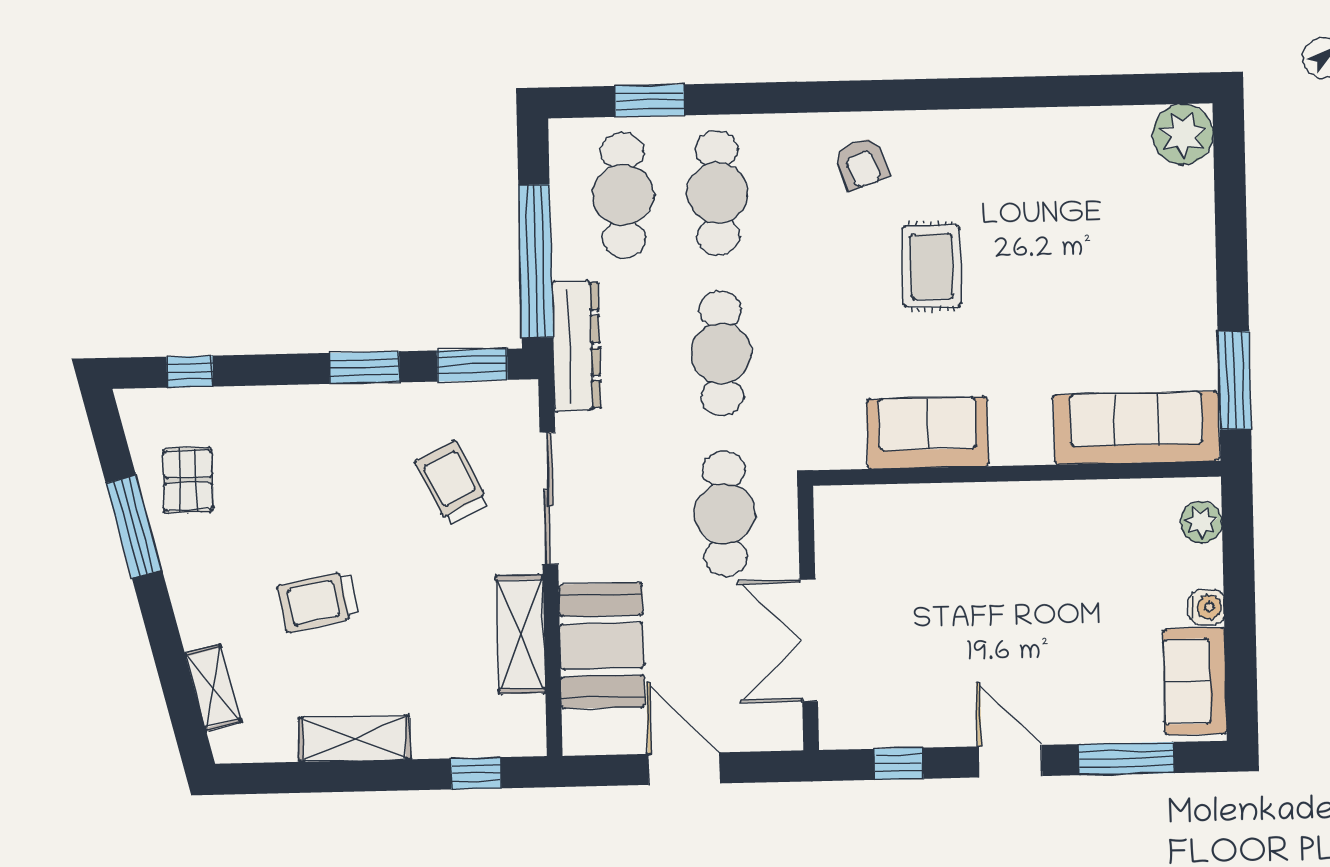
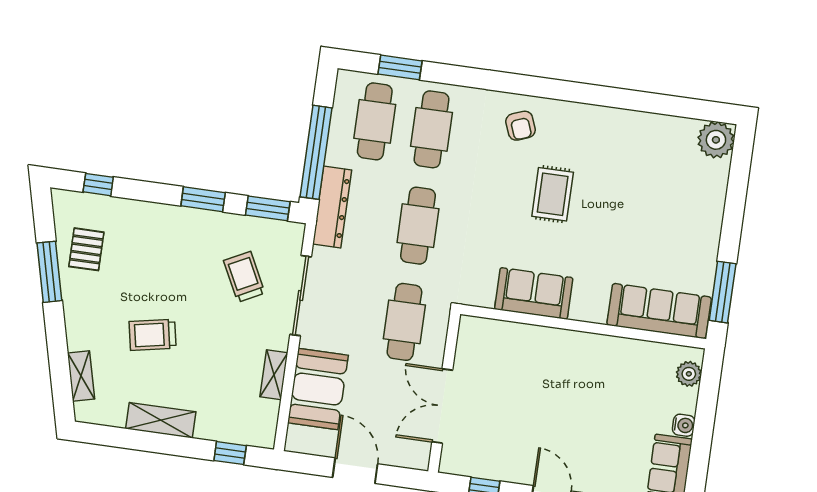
shelving: (521, 634) -> (274, 375), width x0.67, depth x0.75

